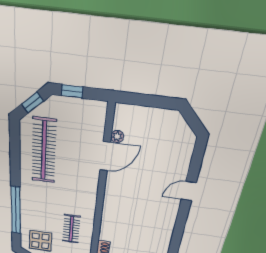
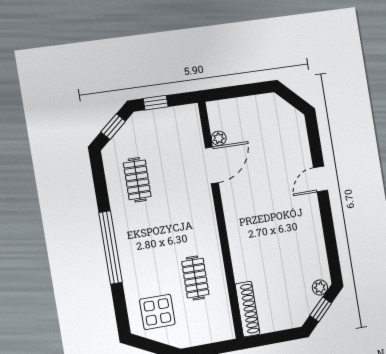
clothes rail: (44, 151) -> (137, 180), width x0.54, depth x0.76
window: (16, 210) -> (111, 247), moved

